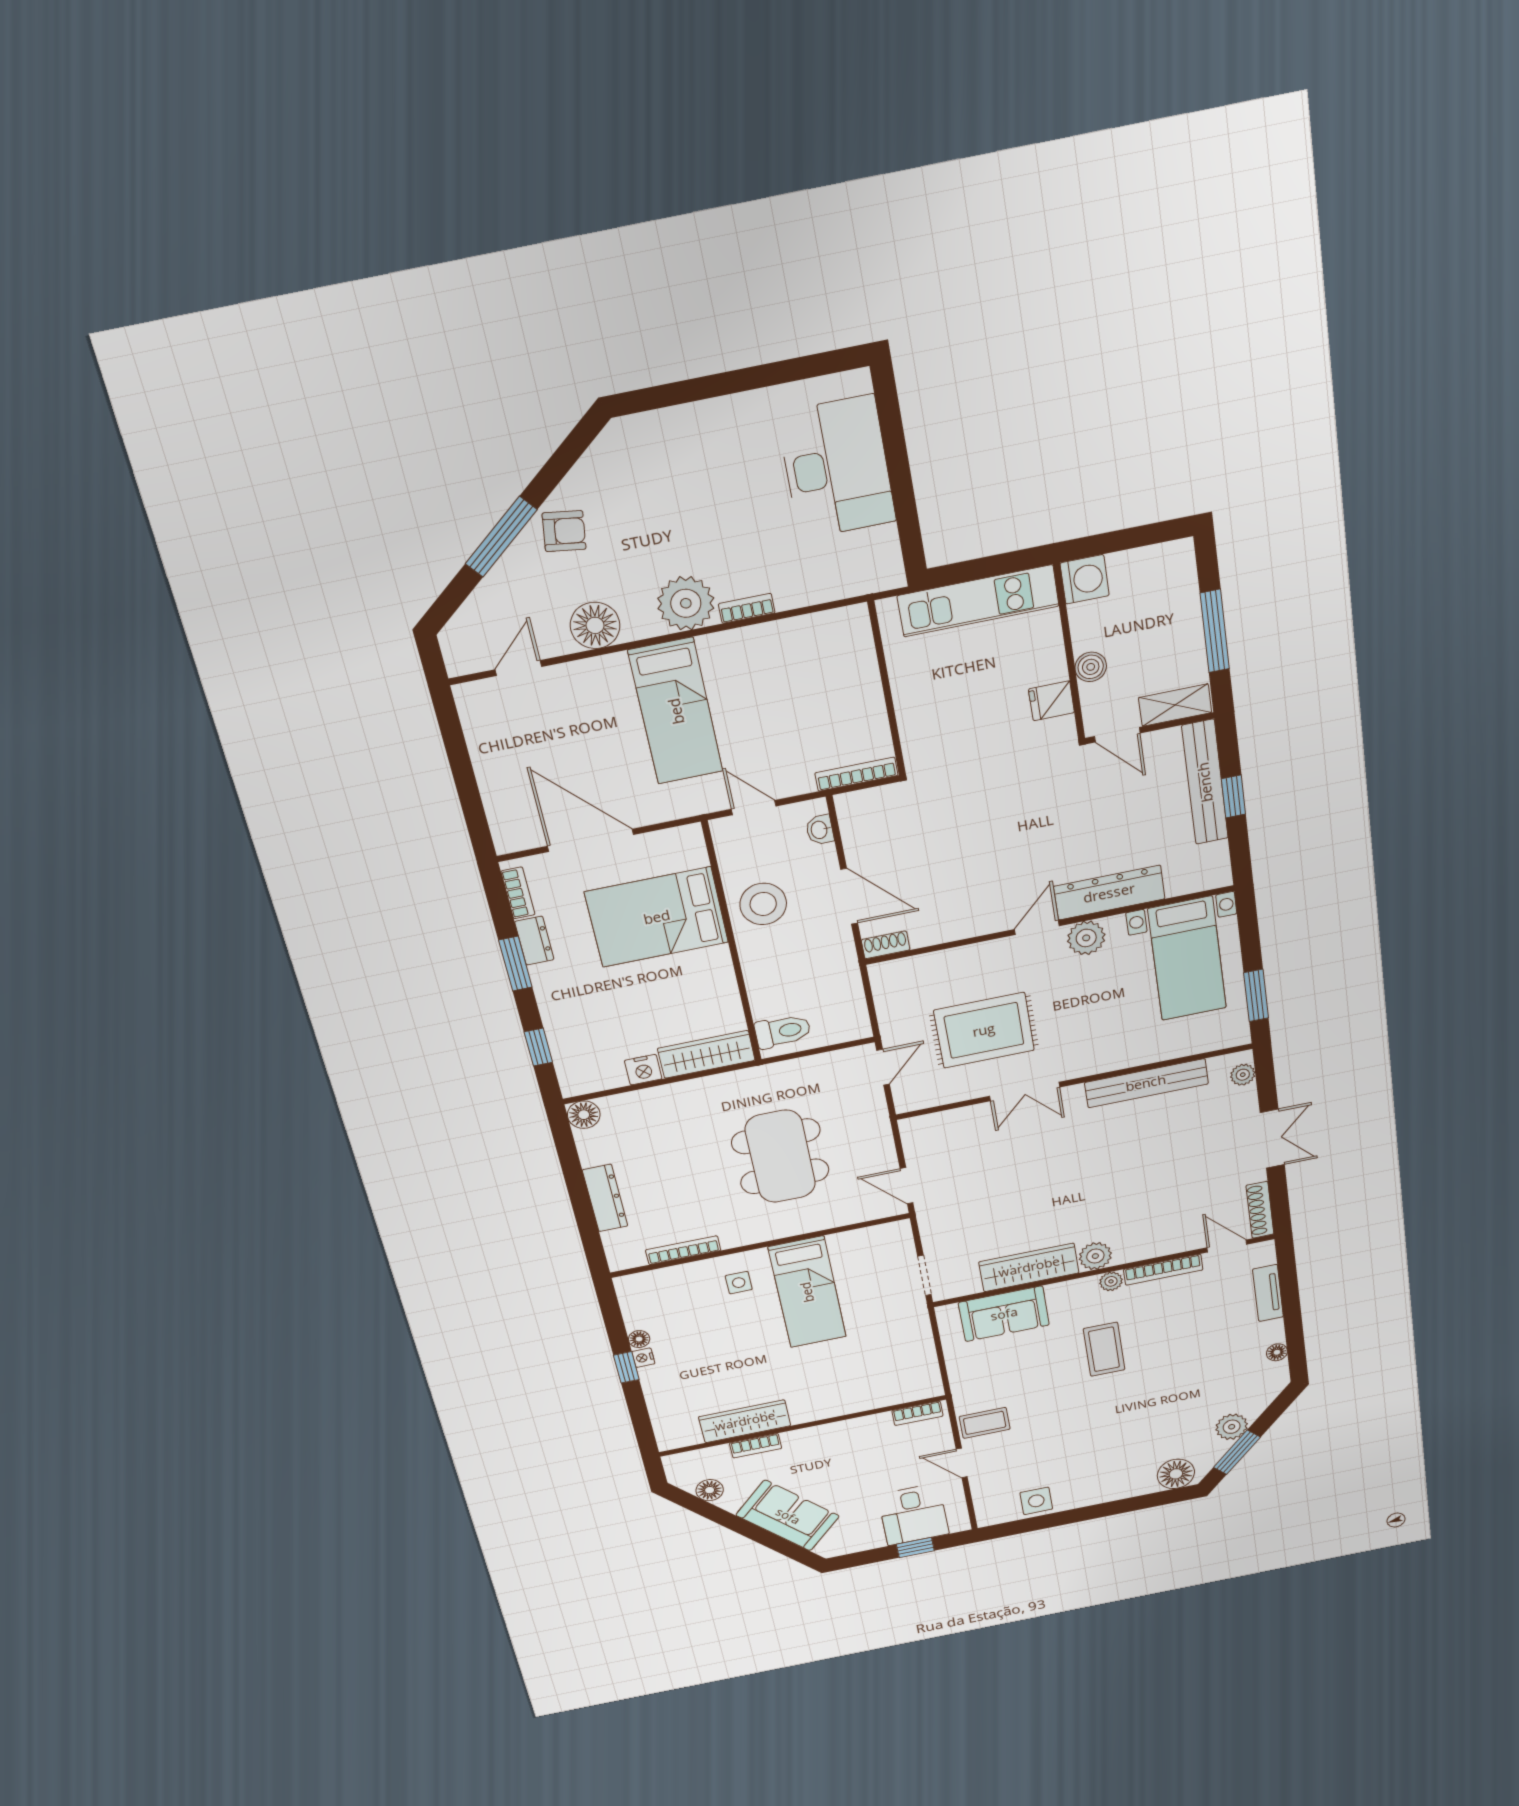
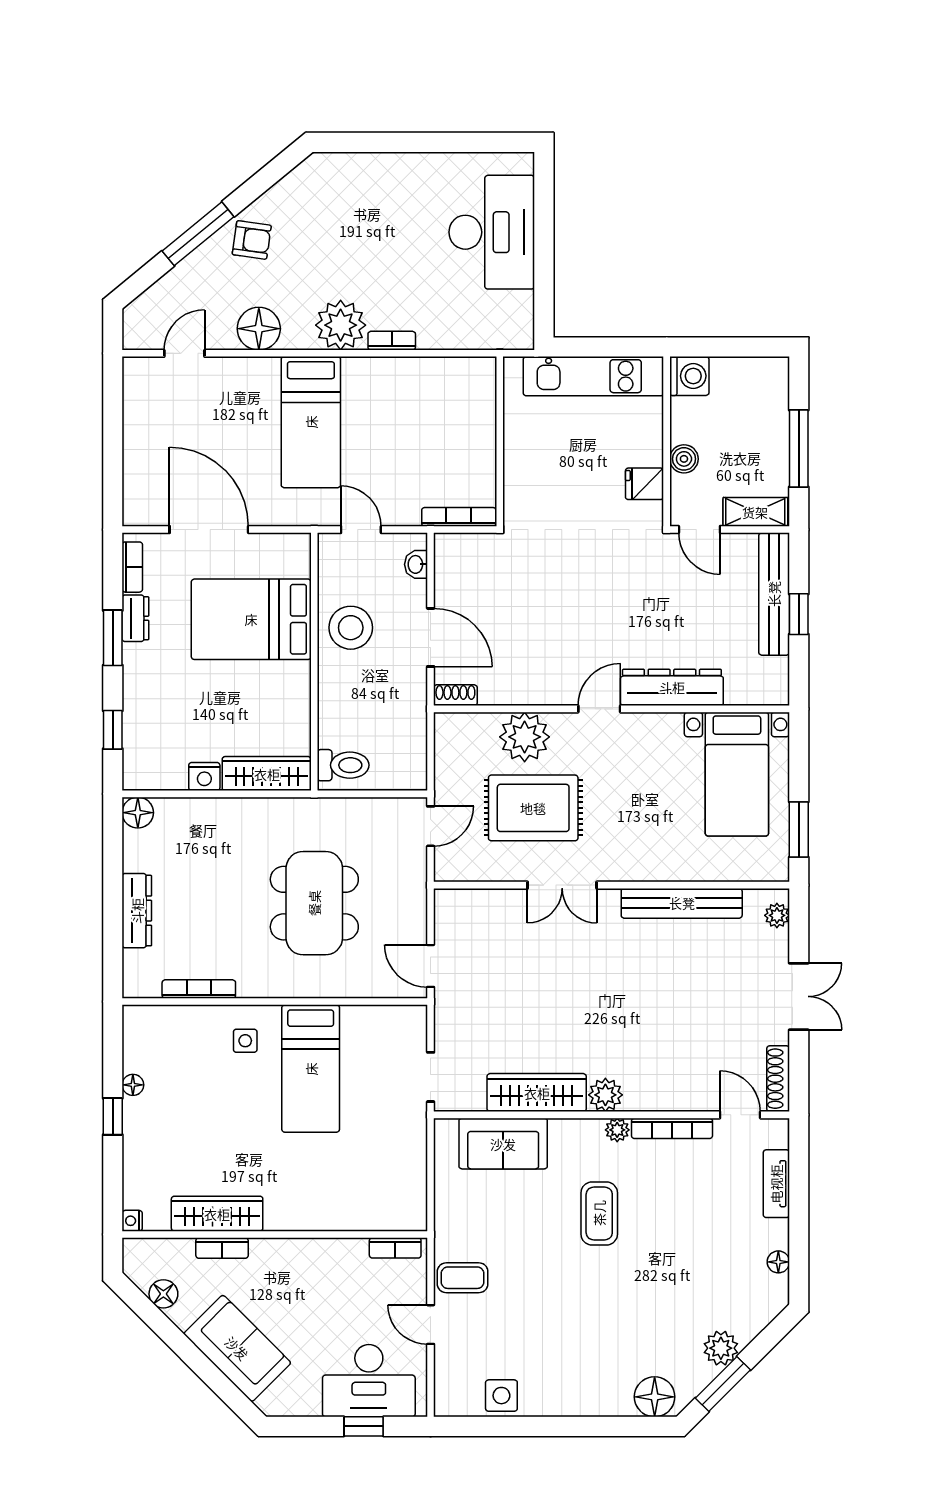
plant: (1086, 938) -> (525, 737), moved, width x1.36, depth x1.36
nightstand: (643, 1358) -> (132, 1221), moved
desk: (913, 1514) -> (369, 1381), width x1.37

